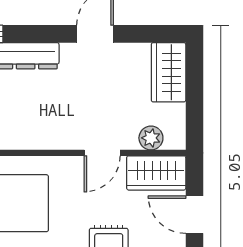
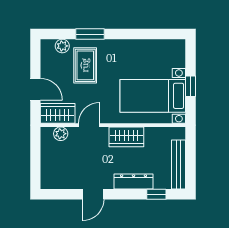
wardrobe: (169, 72) -> (126, 137), moved, turned 90

